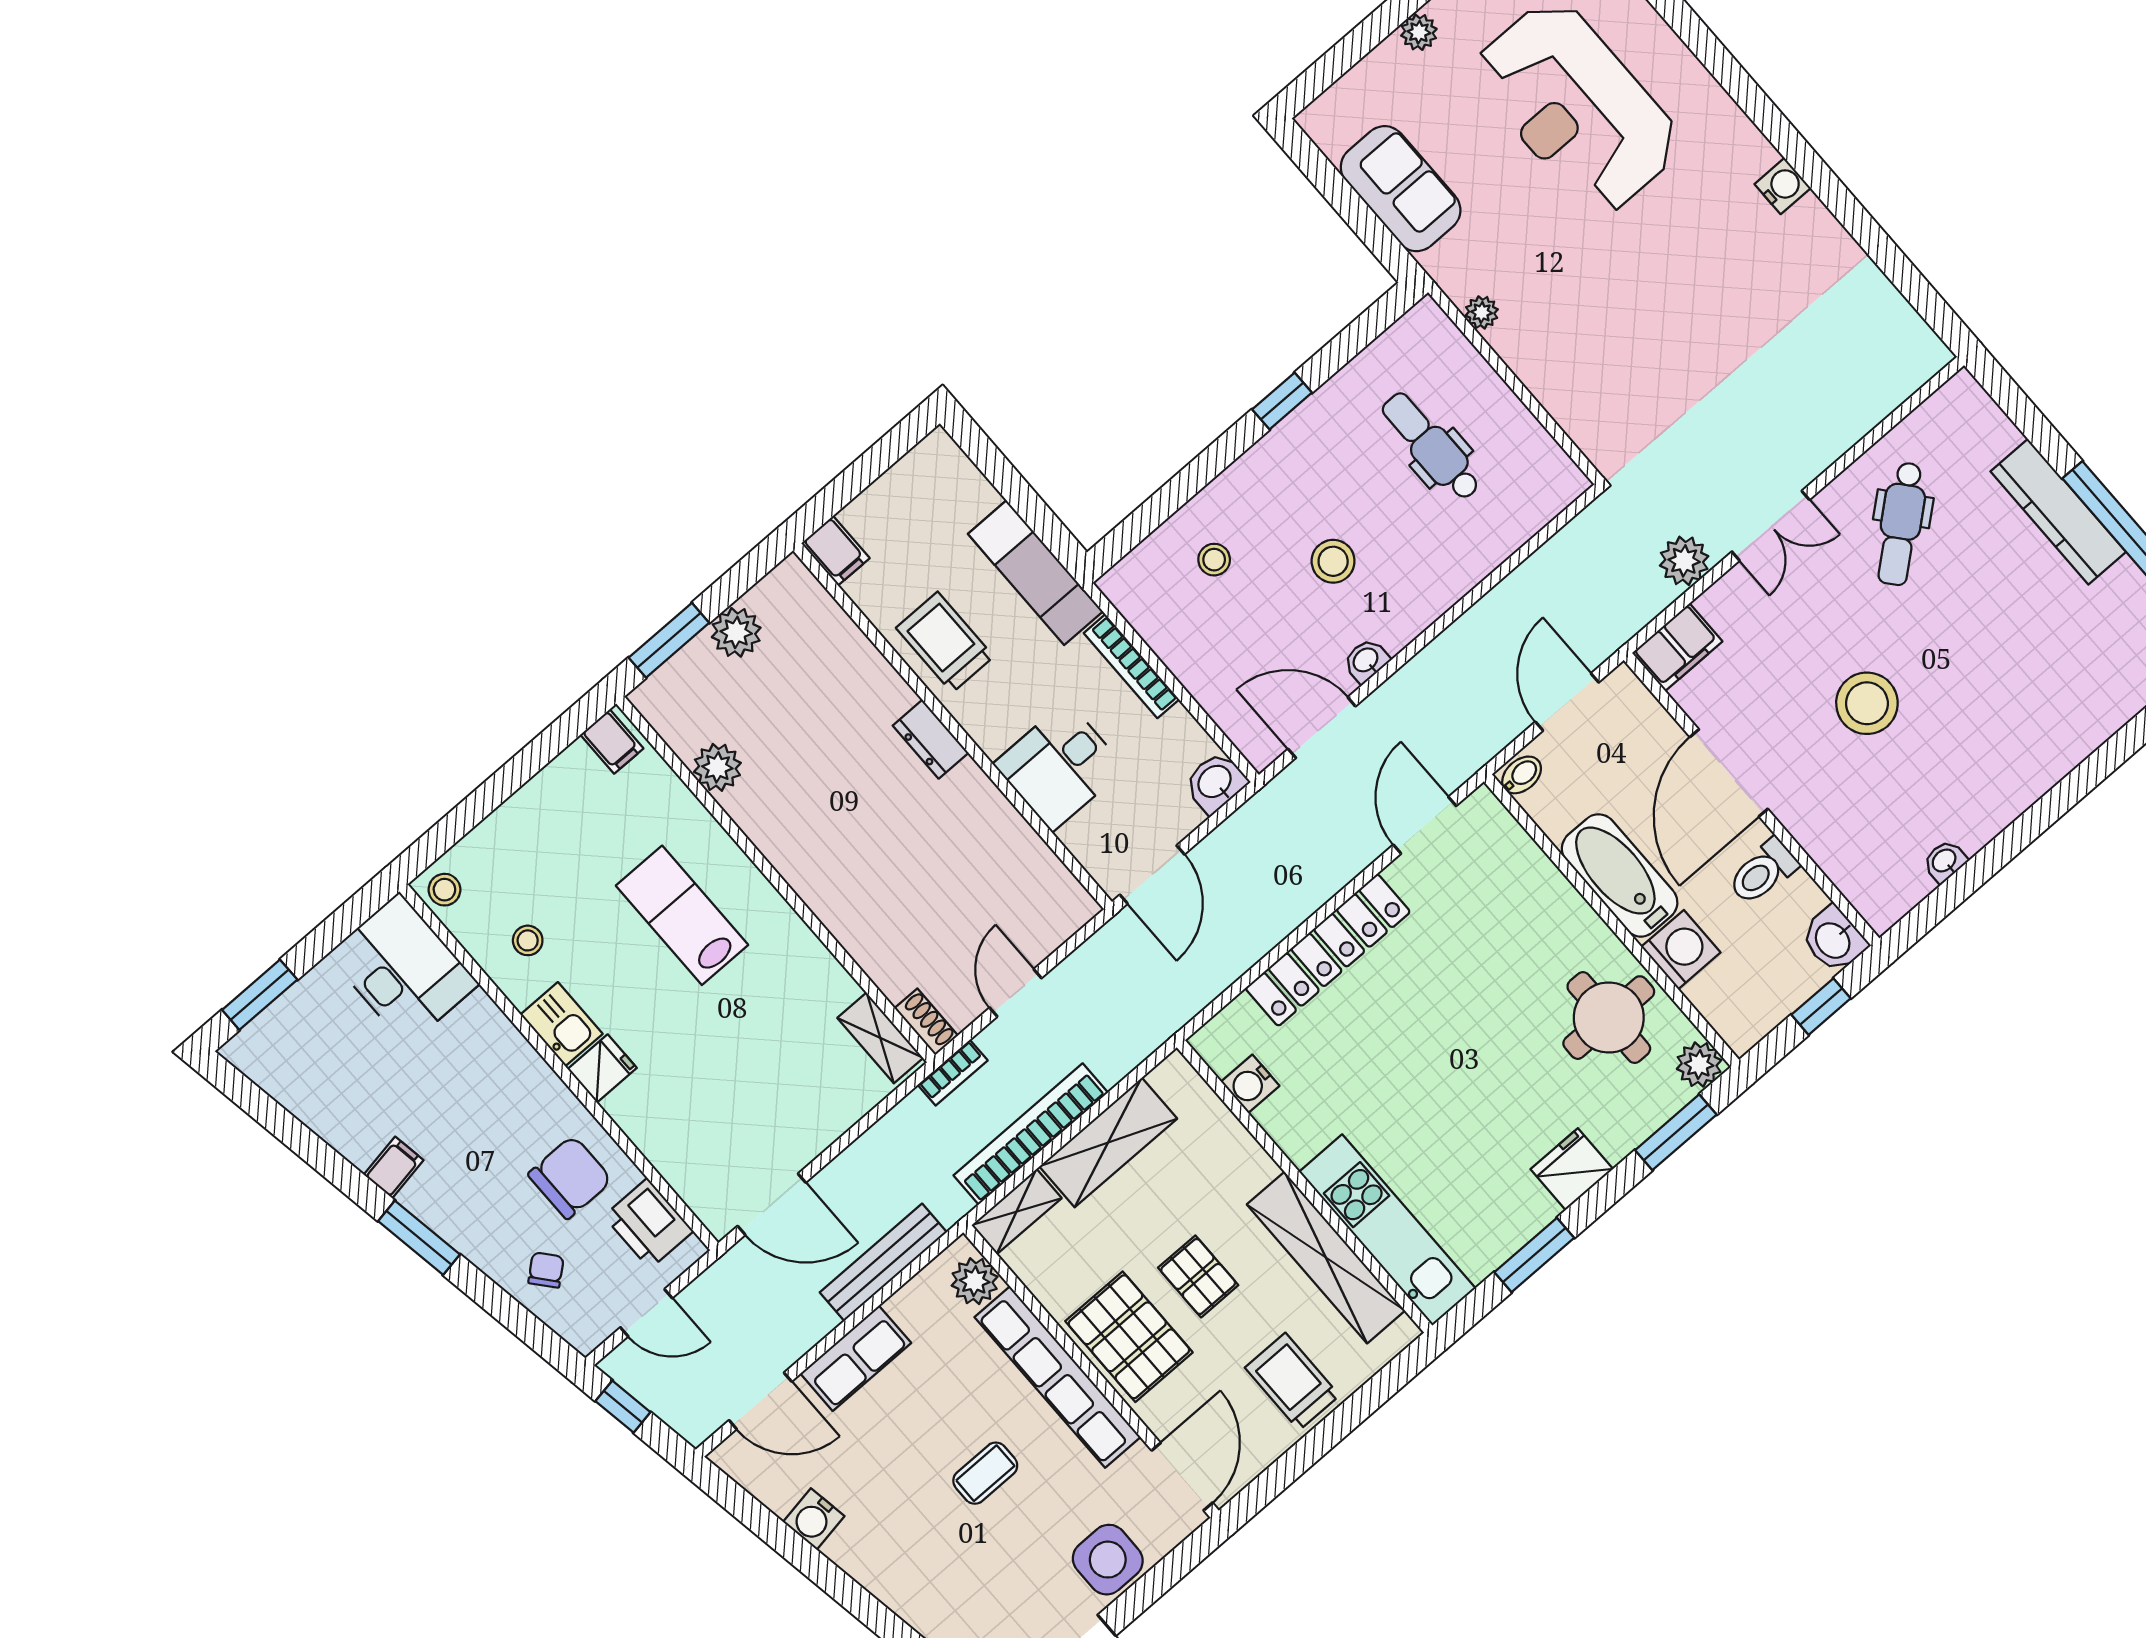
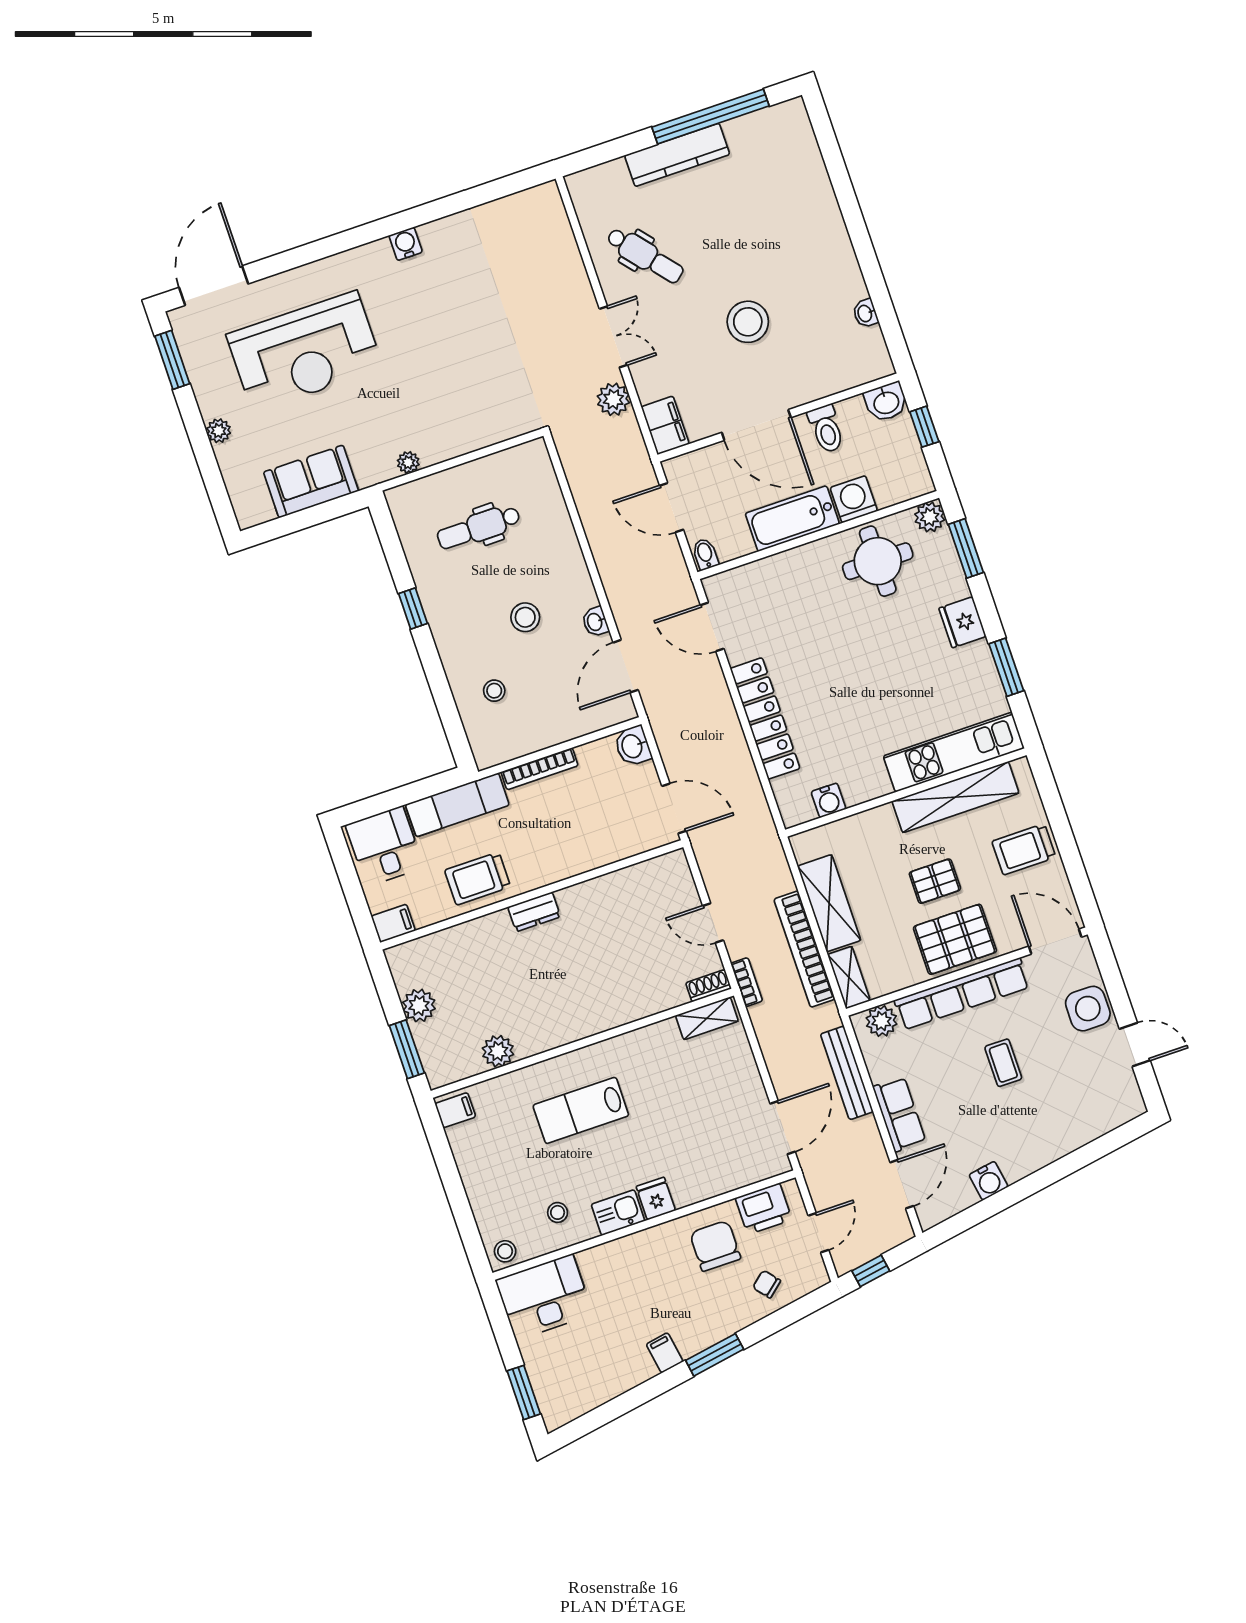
desk: (1059, 766) -> (384, 846), moved, turned 180

